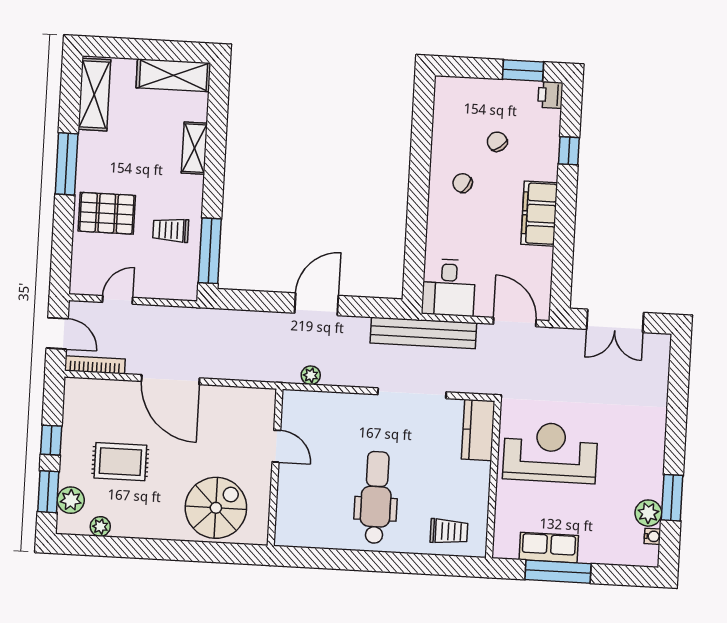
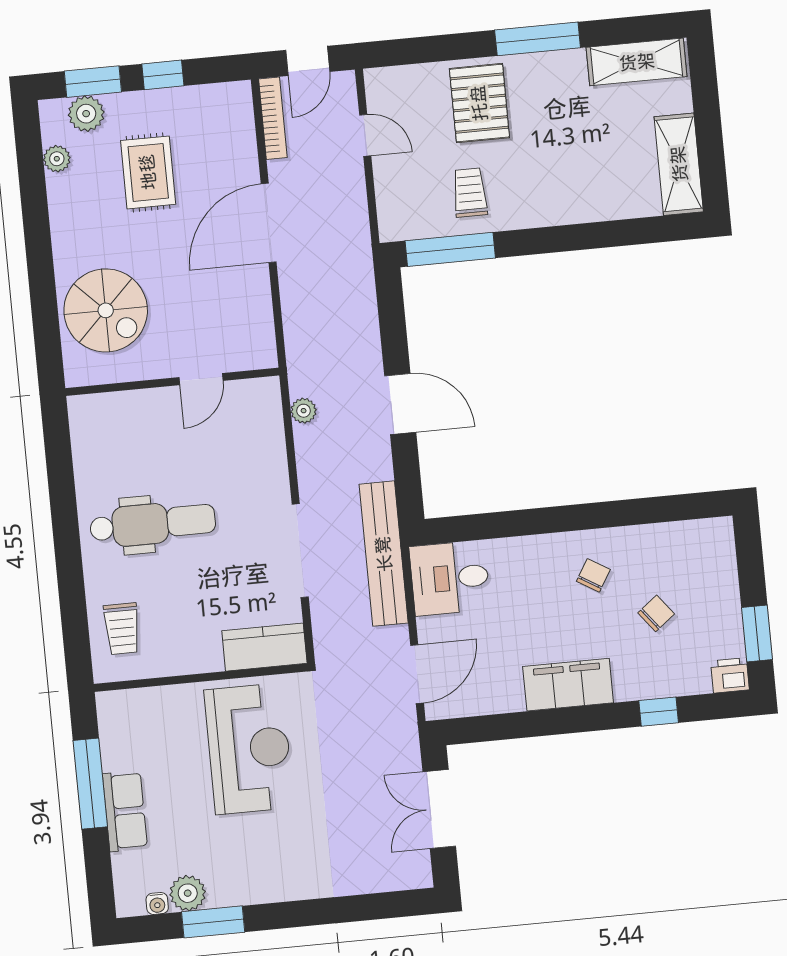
shelving: (194, 148) -> (585, 207), removed
row of seats: (549, 548) -> (125, 811), moved

